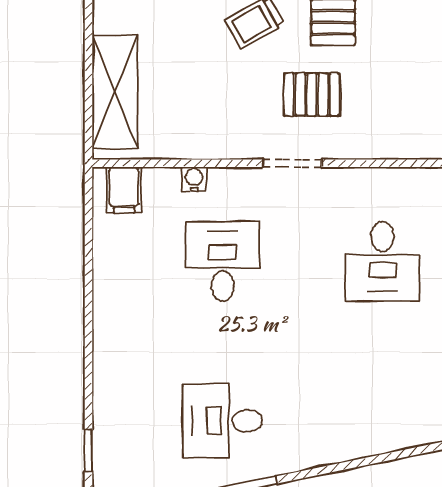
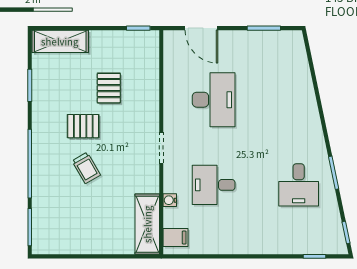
shelving: (115, 92) -> (147, 224), moved, turned 90
pallet: (312, 95) -> (109, 88), moved
desk: (383, 261) -> (214, 100), width x1.37

